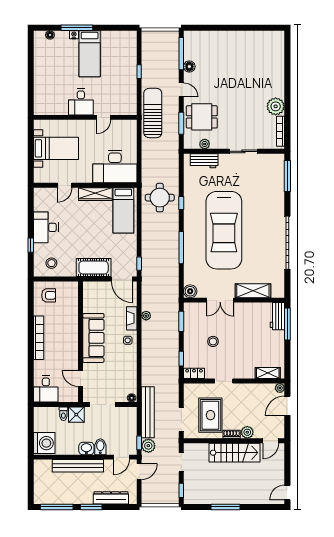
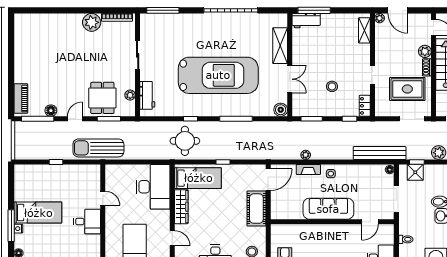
piano: (201, 37) -> (21, 99), added
window: (139, 264) -> (223, 162), moved
bench: (148, 412) -> (380, 153), moved
shower: (76, 415) -> (415, 172), moved
window: (139, 443) -> (417, 162), moved

